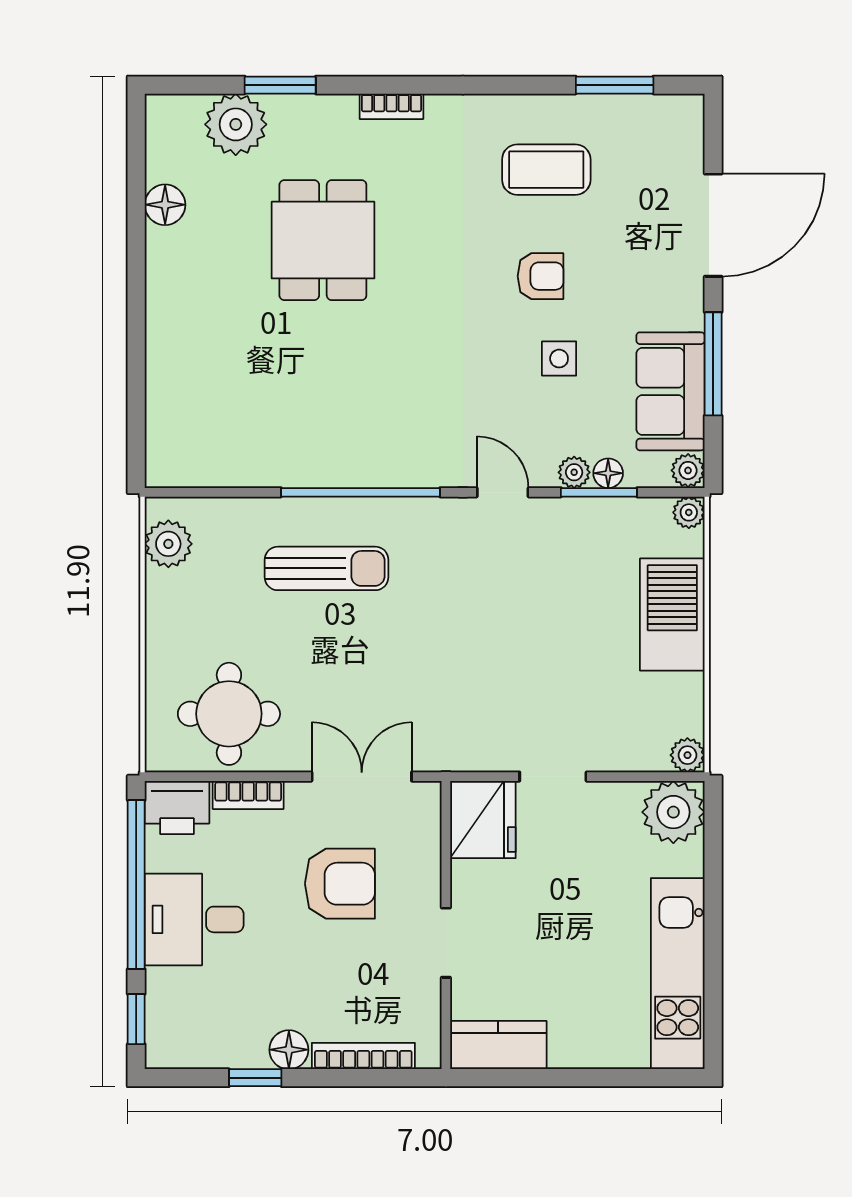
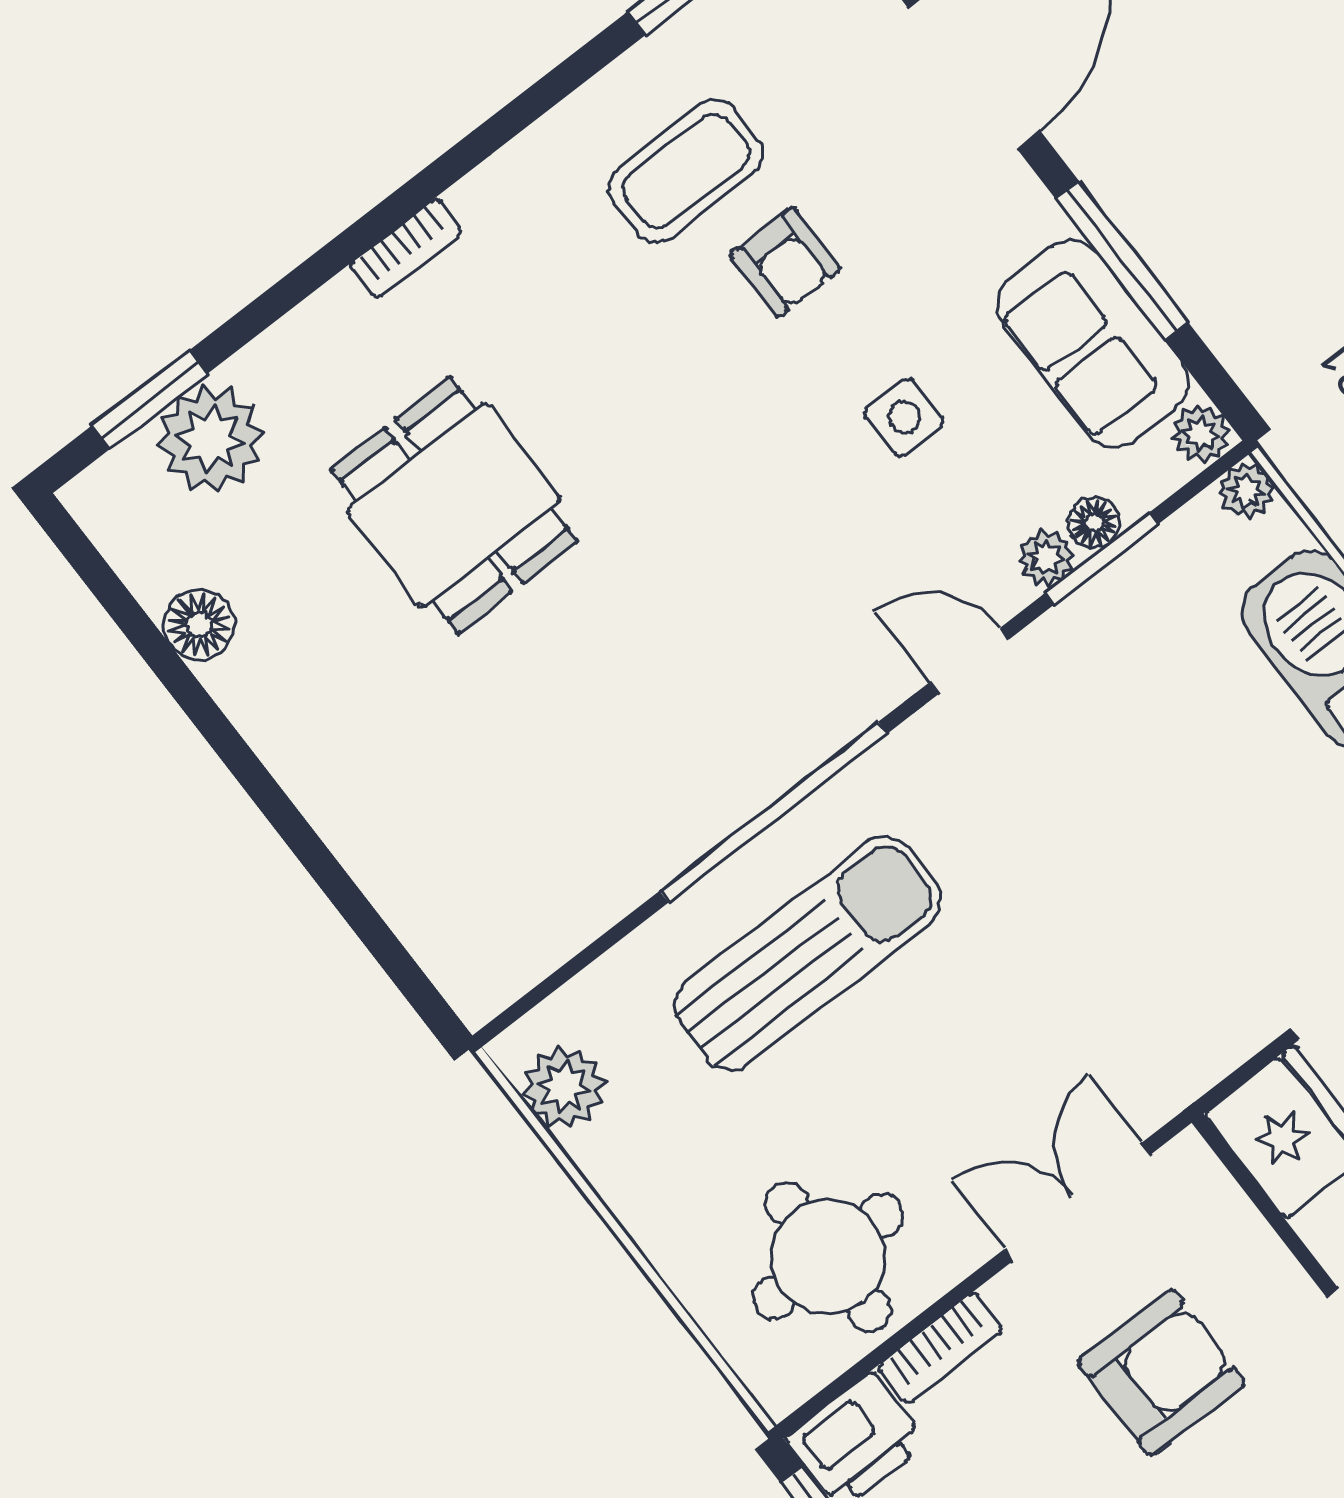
window: (280, 85) -> (149, 400), moved
armchair: (541, 276) -> (785, 262), moved, turned 90
sun lounger: (327, 568) -> (808, 953), width x1.36, depth x1.34

